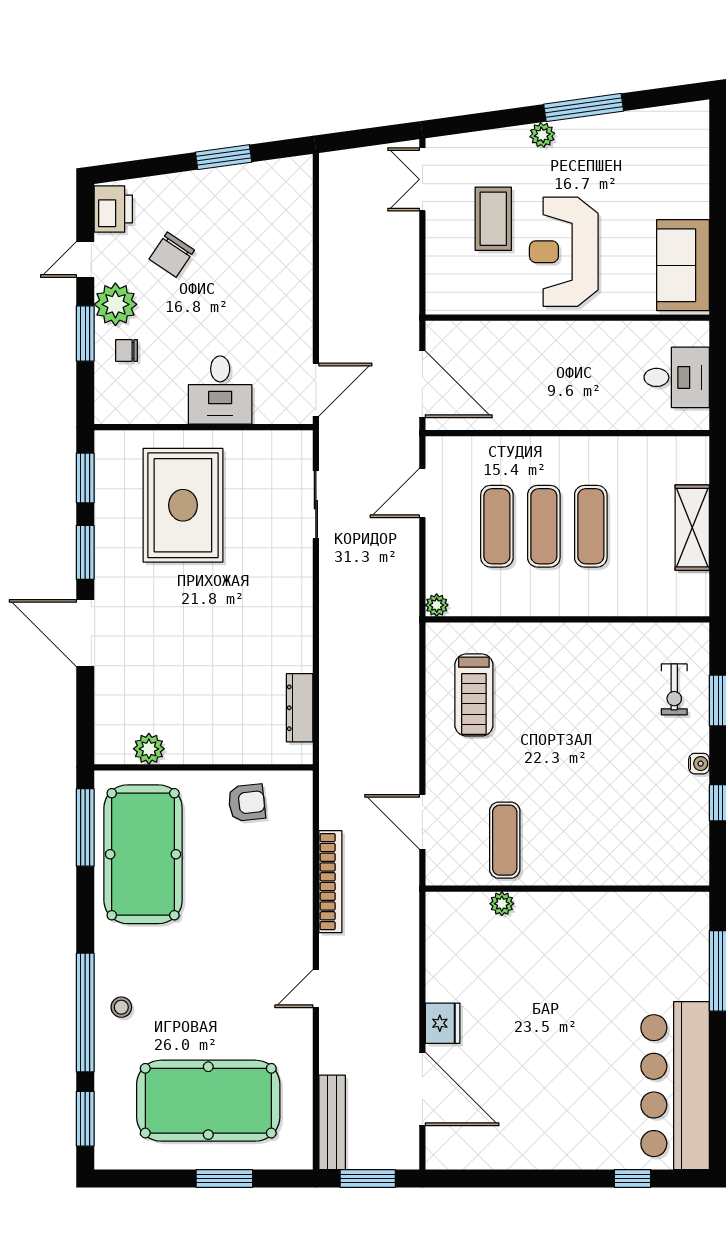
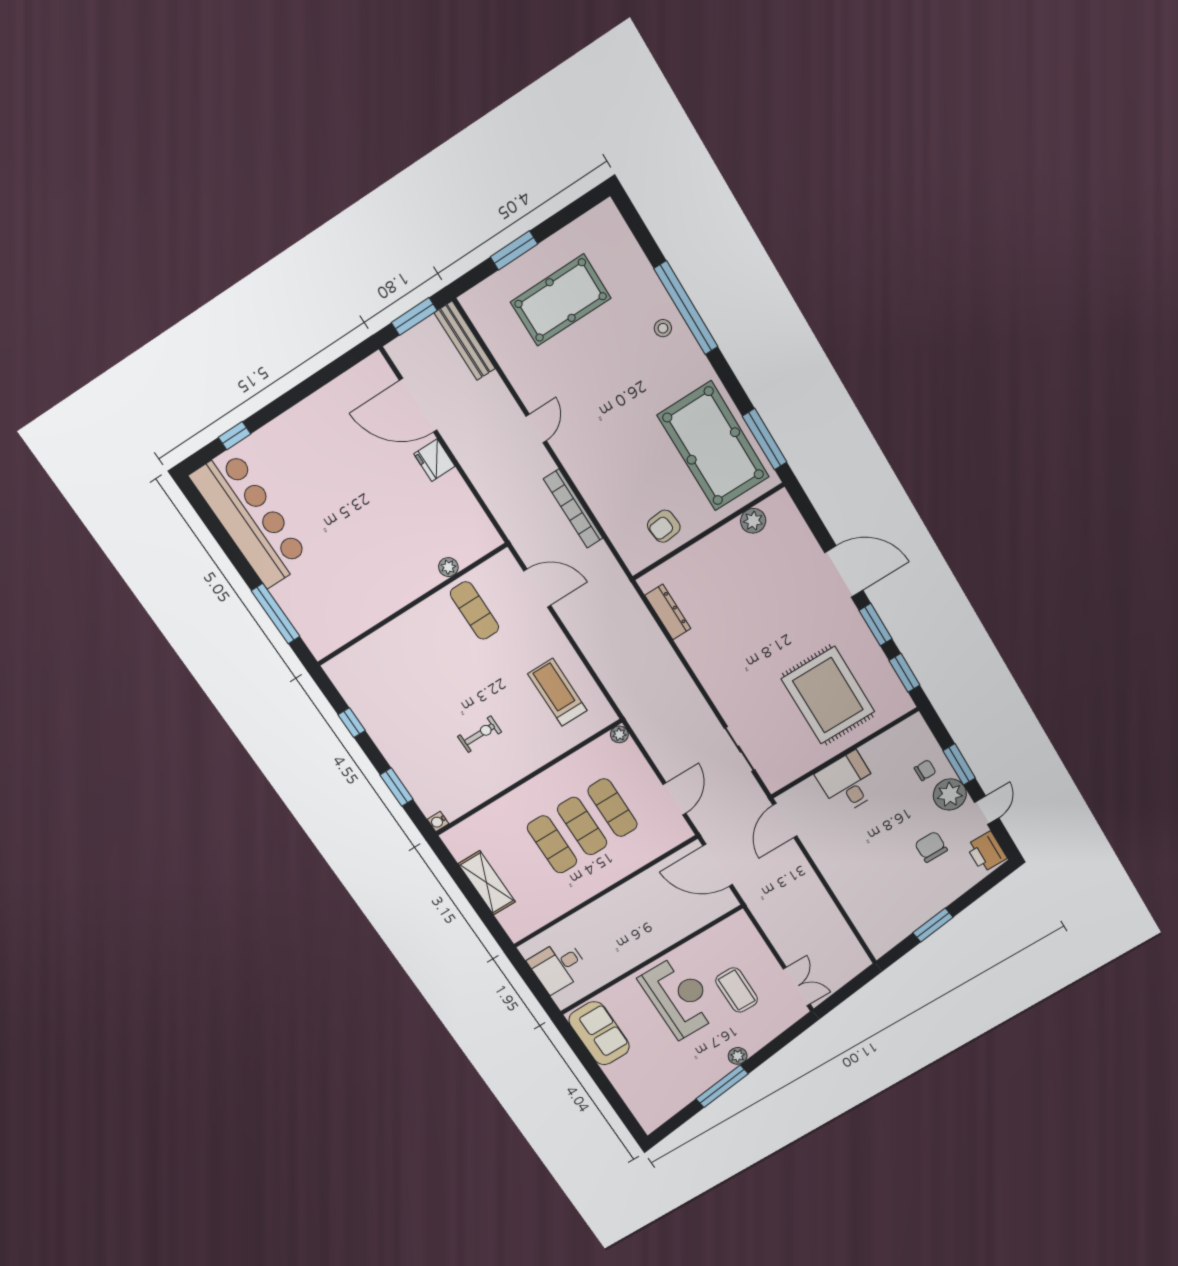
chair: (172, 255) -> (931, 847), turned -34
exercise bike: (674, 689) -> (480, 734), moved, turned 90
water cooler: (699, 764) -> (438, 822), moved
pool table: (208, 1101) -> (561, 300), width x0.73, depth x0.76
window: (85, 1119) -> (639, 230), removed

